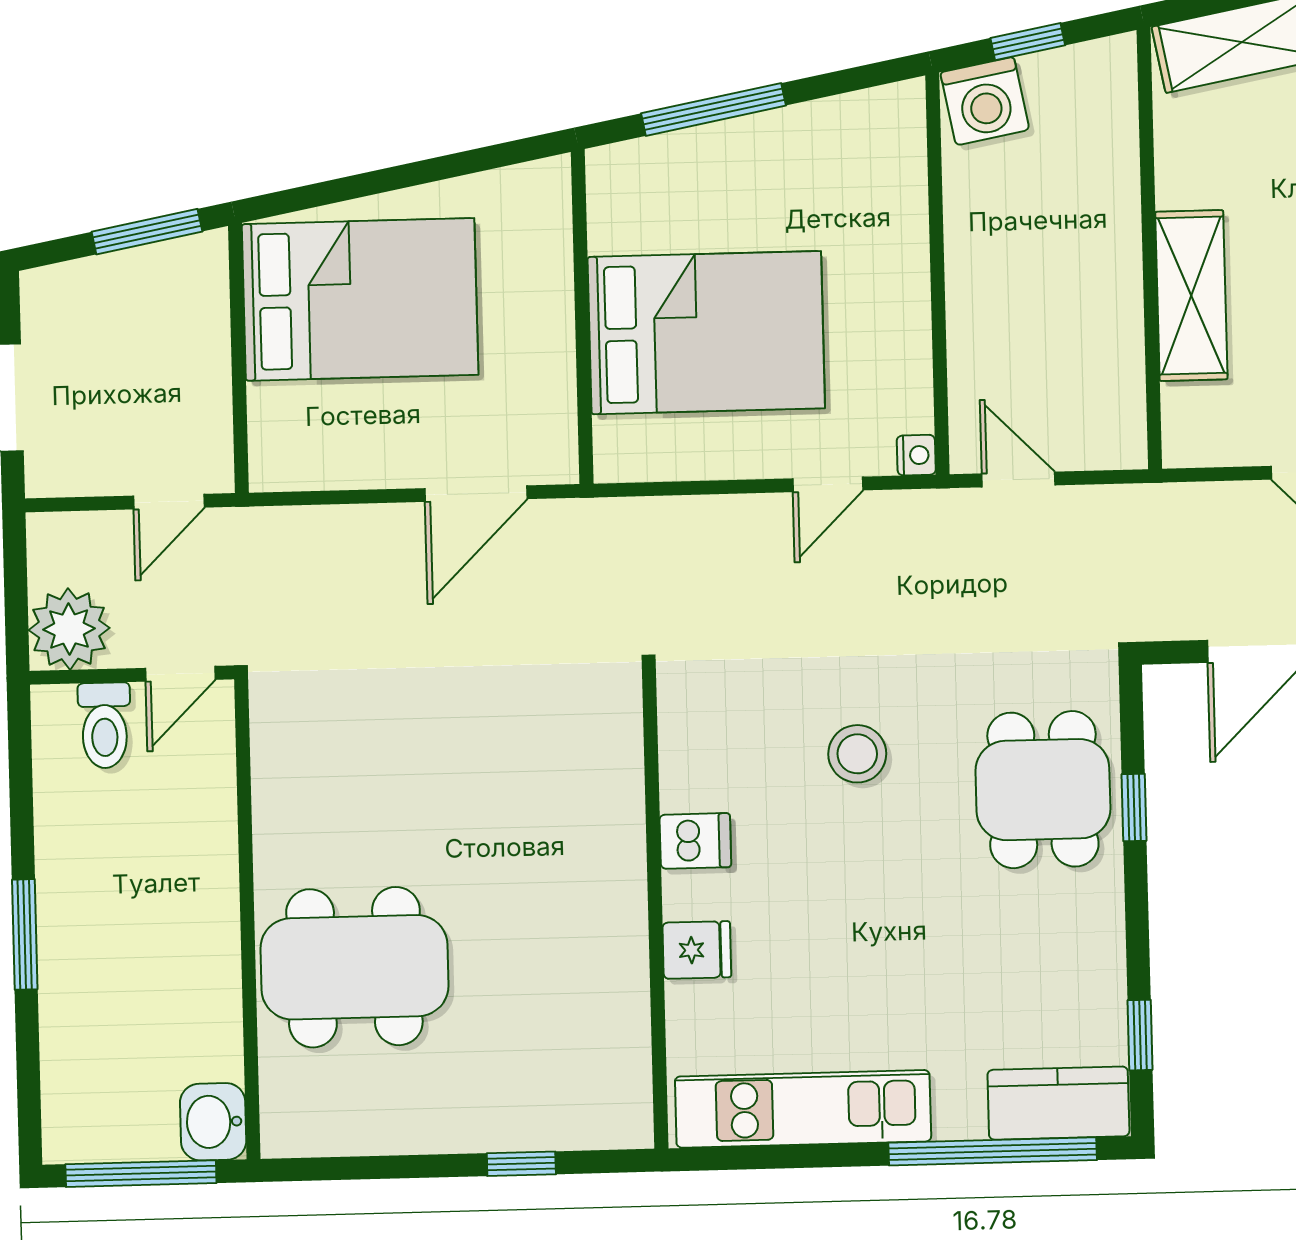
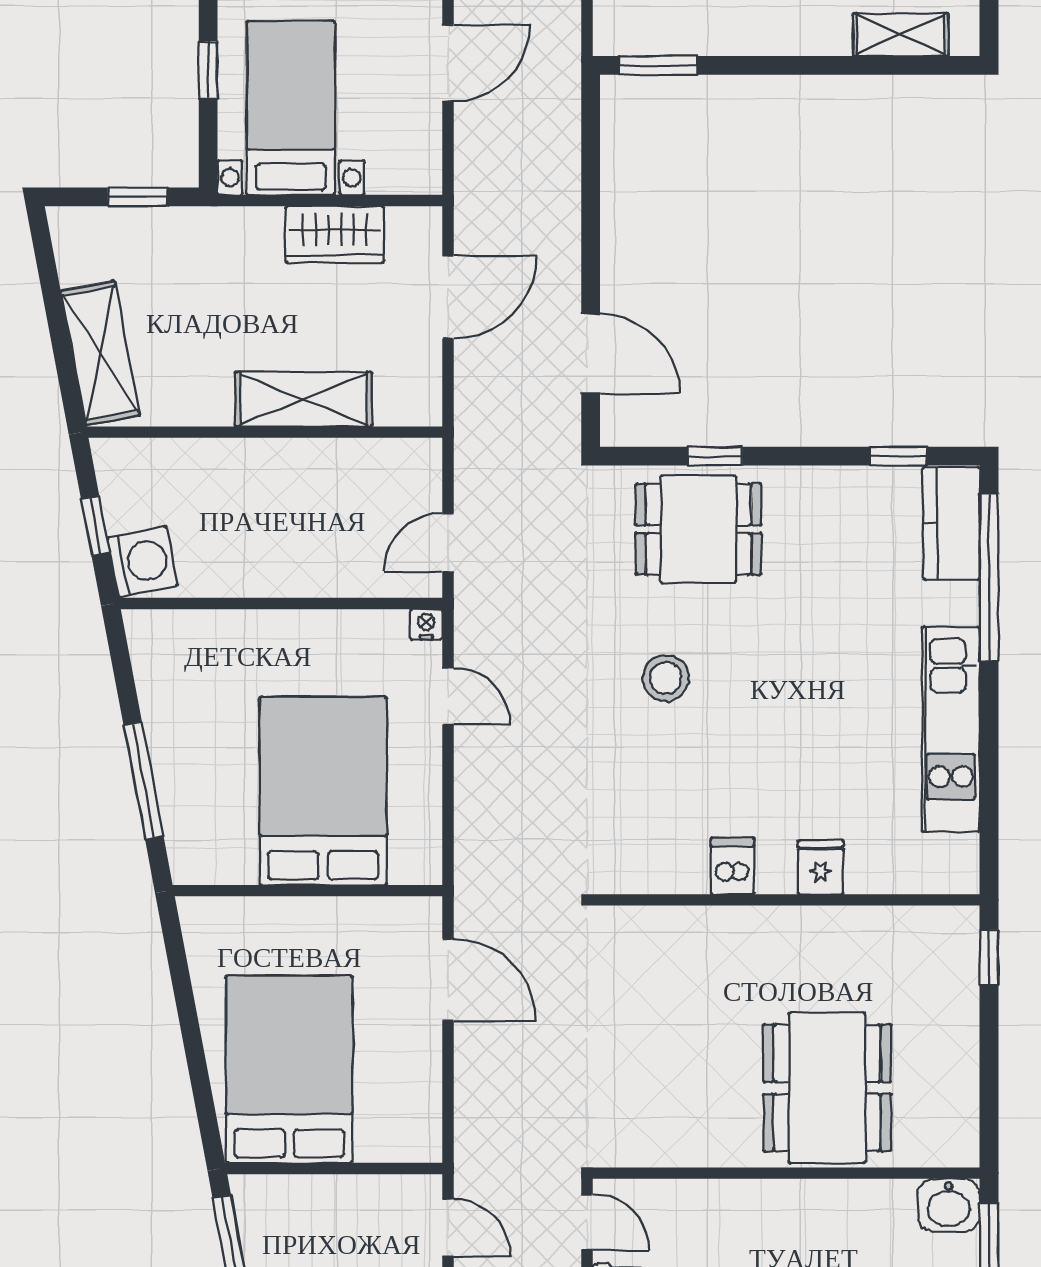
dishwasher: (695, 841) -> (733, 866), moved
wall: (655, 908) -> (786, 900), moved
fridge: (697, 950) -> (820, 867), moved

